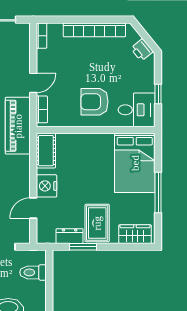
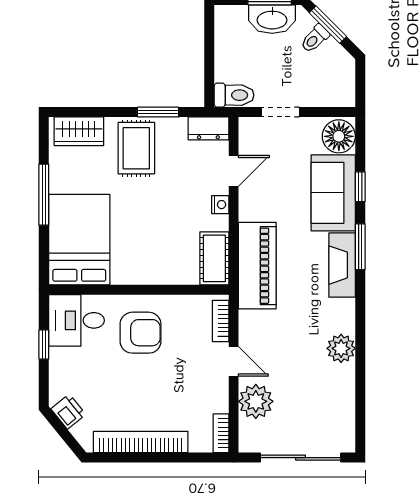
plant: (19, 57) -> (256, 401), added
door: (33, 83) -> (234, 361), swing flipped
piano: (18, 126) -> (257, 266), moved
nightstand: (47, 186) -> (220, 205), width x0.53, depth x0.56
dresser: (70, 236) -> (208, 128), moved
toilet: (33, 272) -> (234, 95), moved

